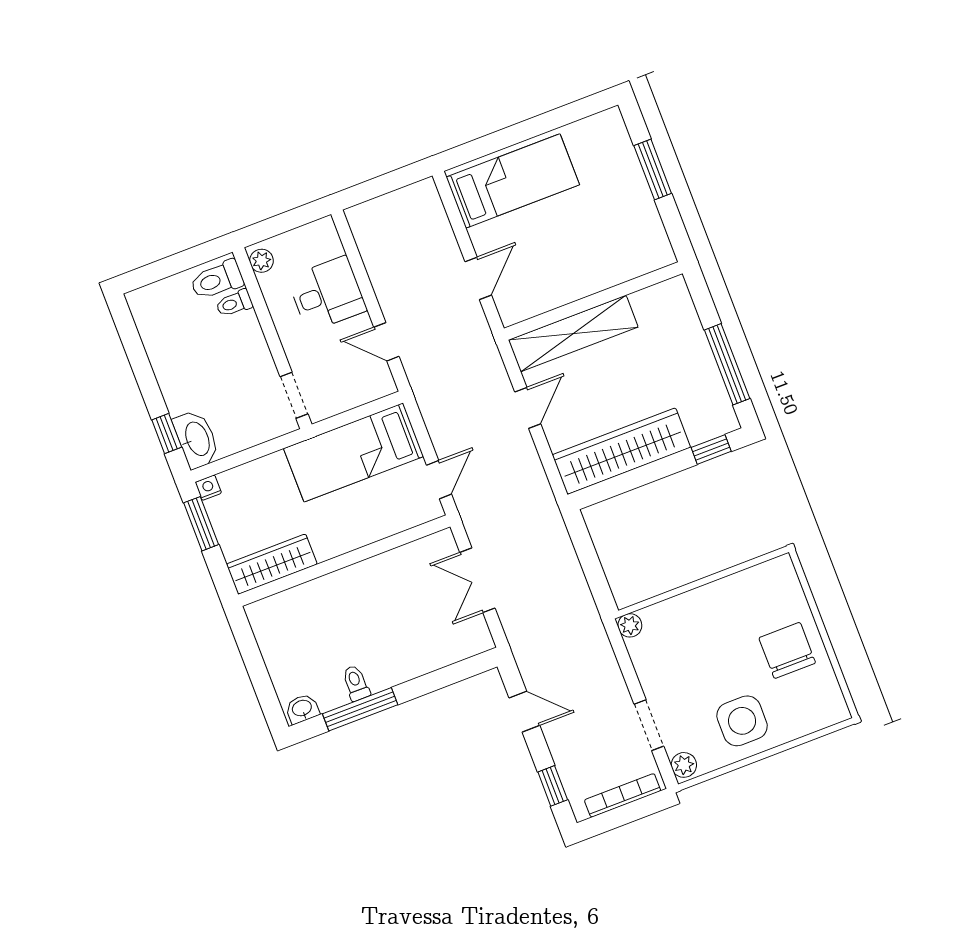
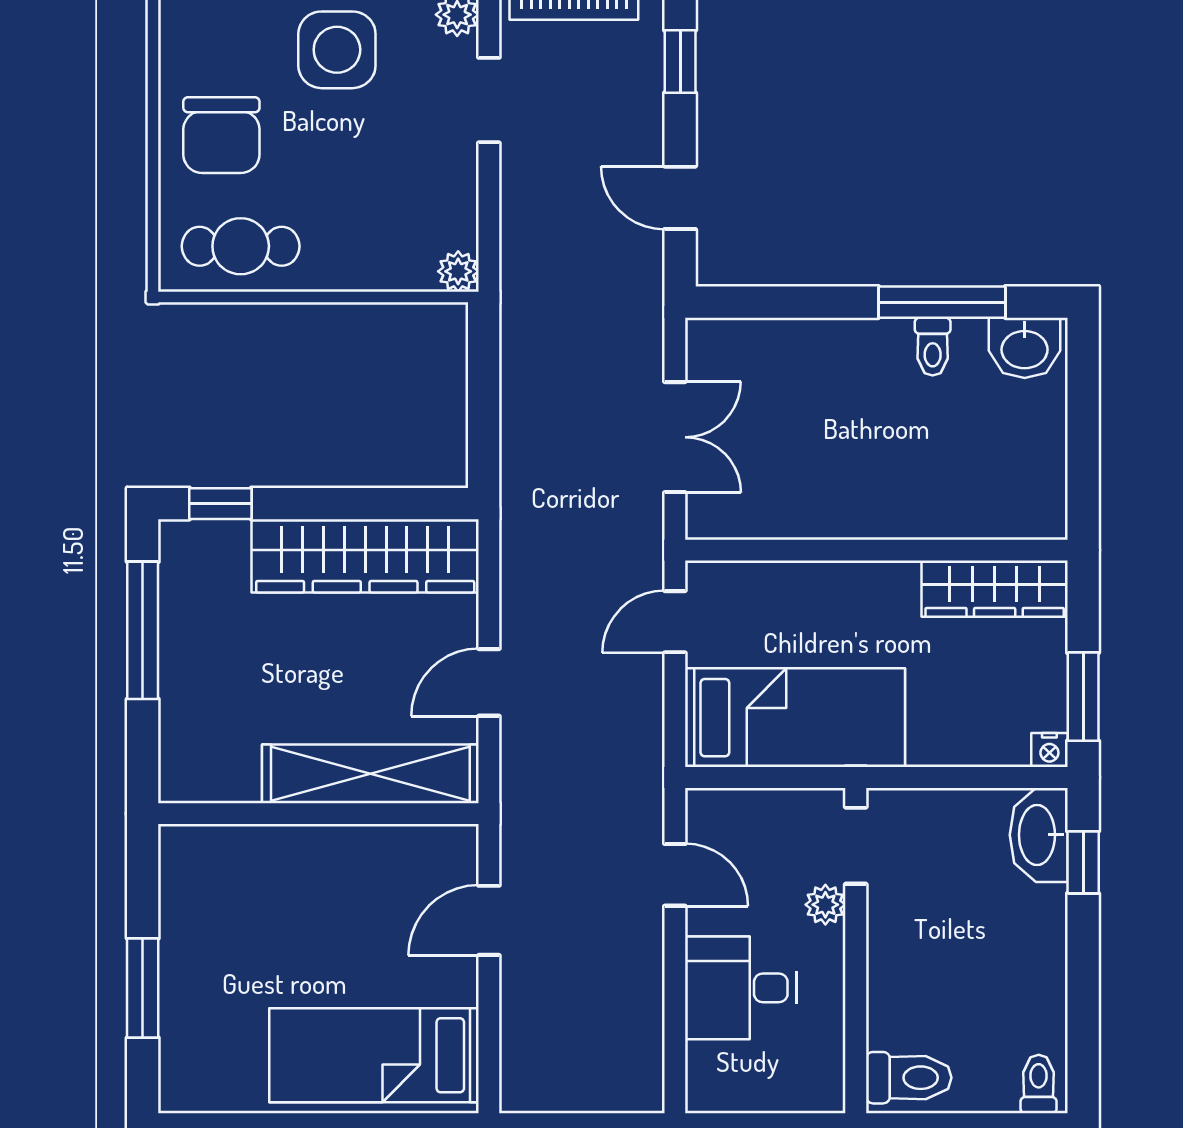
plant: (262, 261) -> (825, 905), moved
toilet: (234, 303) -> (1039, 1084), moved, turned -90
cafe table: (754, 594) -> (241, 246), added
washbasin: (302, 709) -> (1025, 348), width x1.38, depth x1.45

